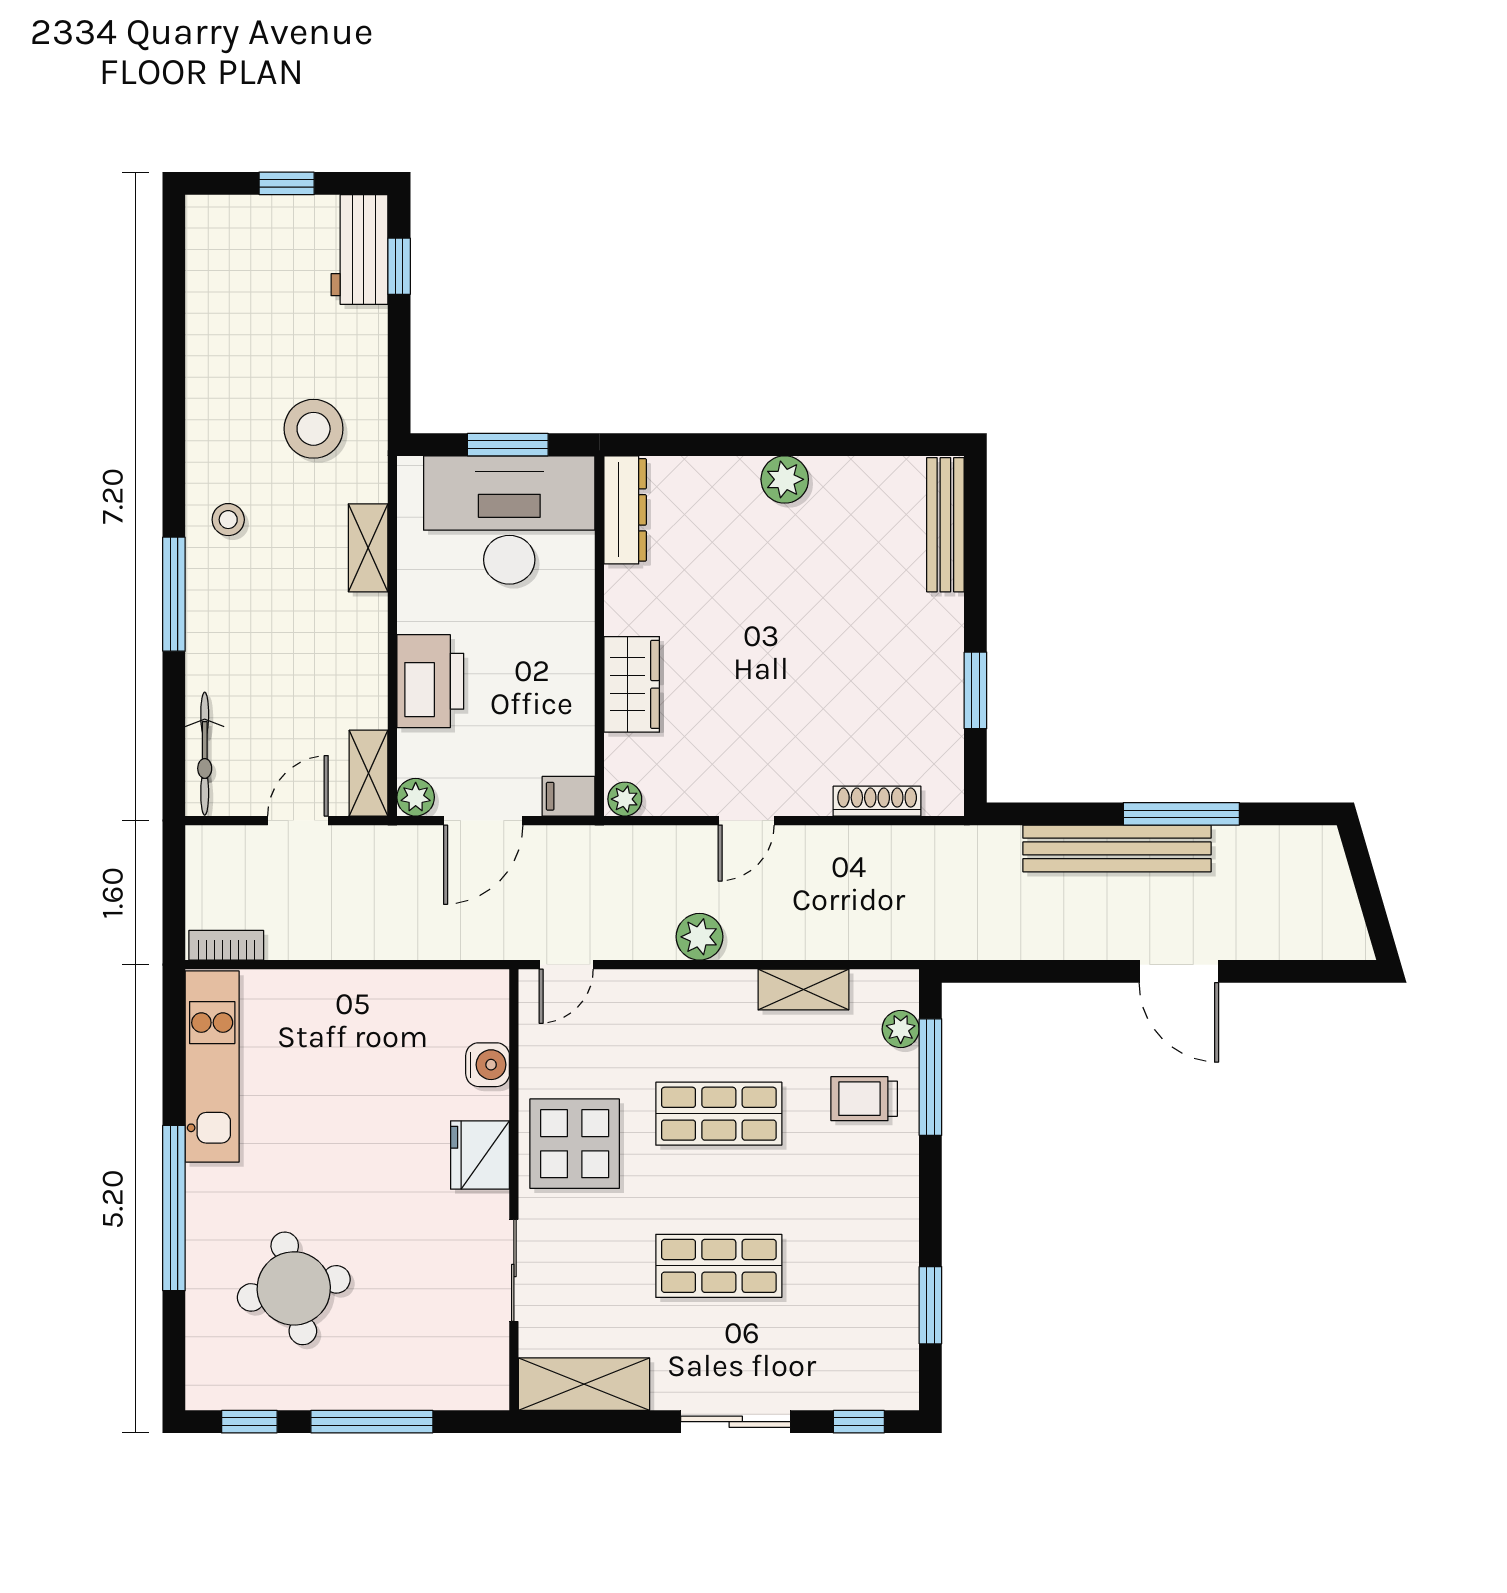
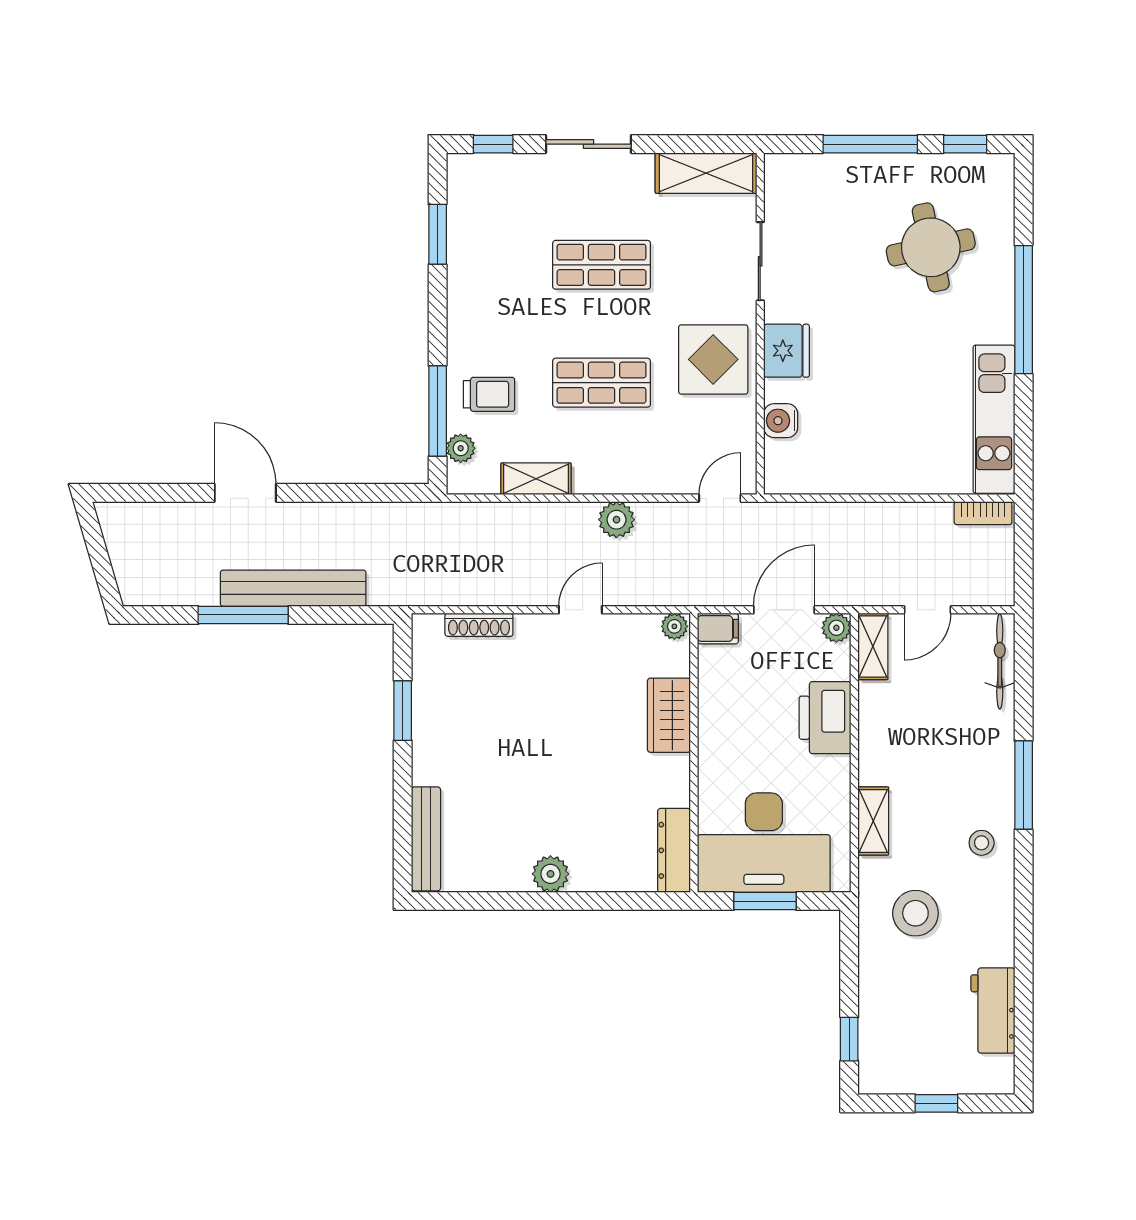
workbench: (359, 250) -> (993, 1010), moved, turned 180

